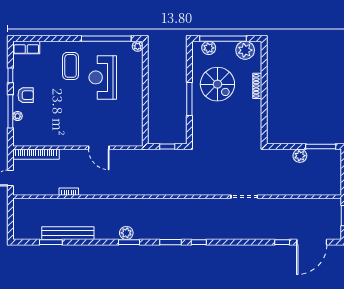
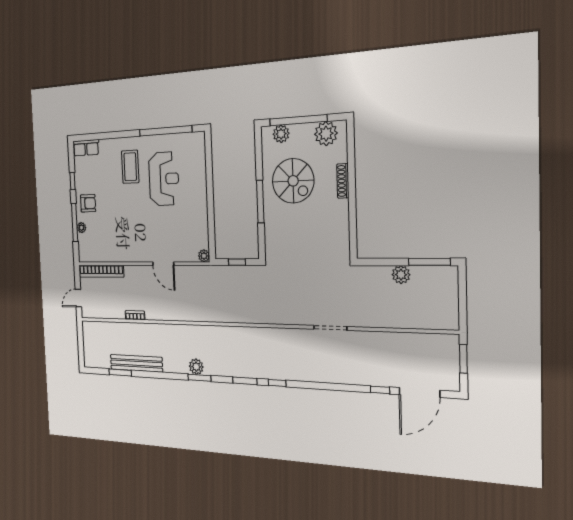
plant: (138, 46) -> (204, 256), moved
reception desk: (103, 77) -> (164, 179), turned 180

